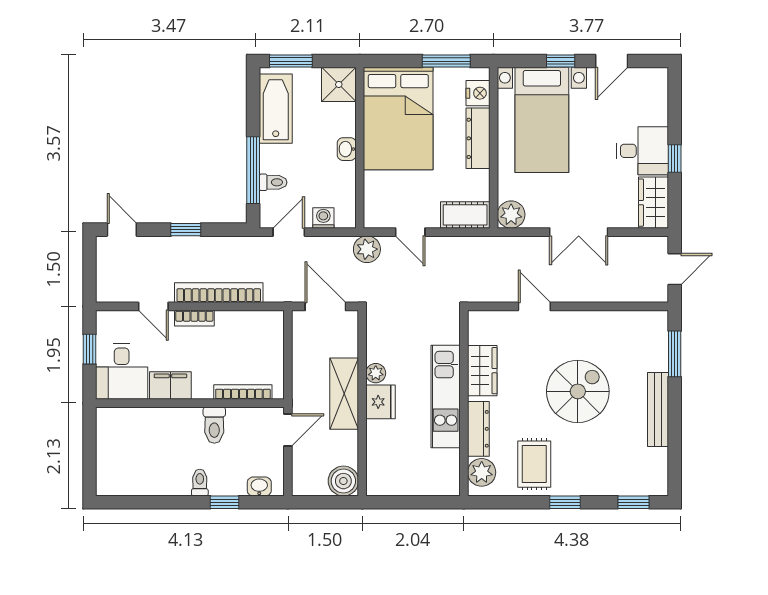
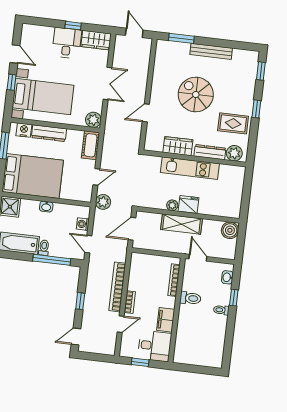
toilet: (273, 182) -> (44, 248), moved

